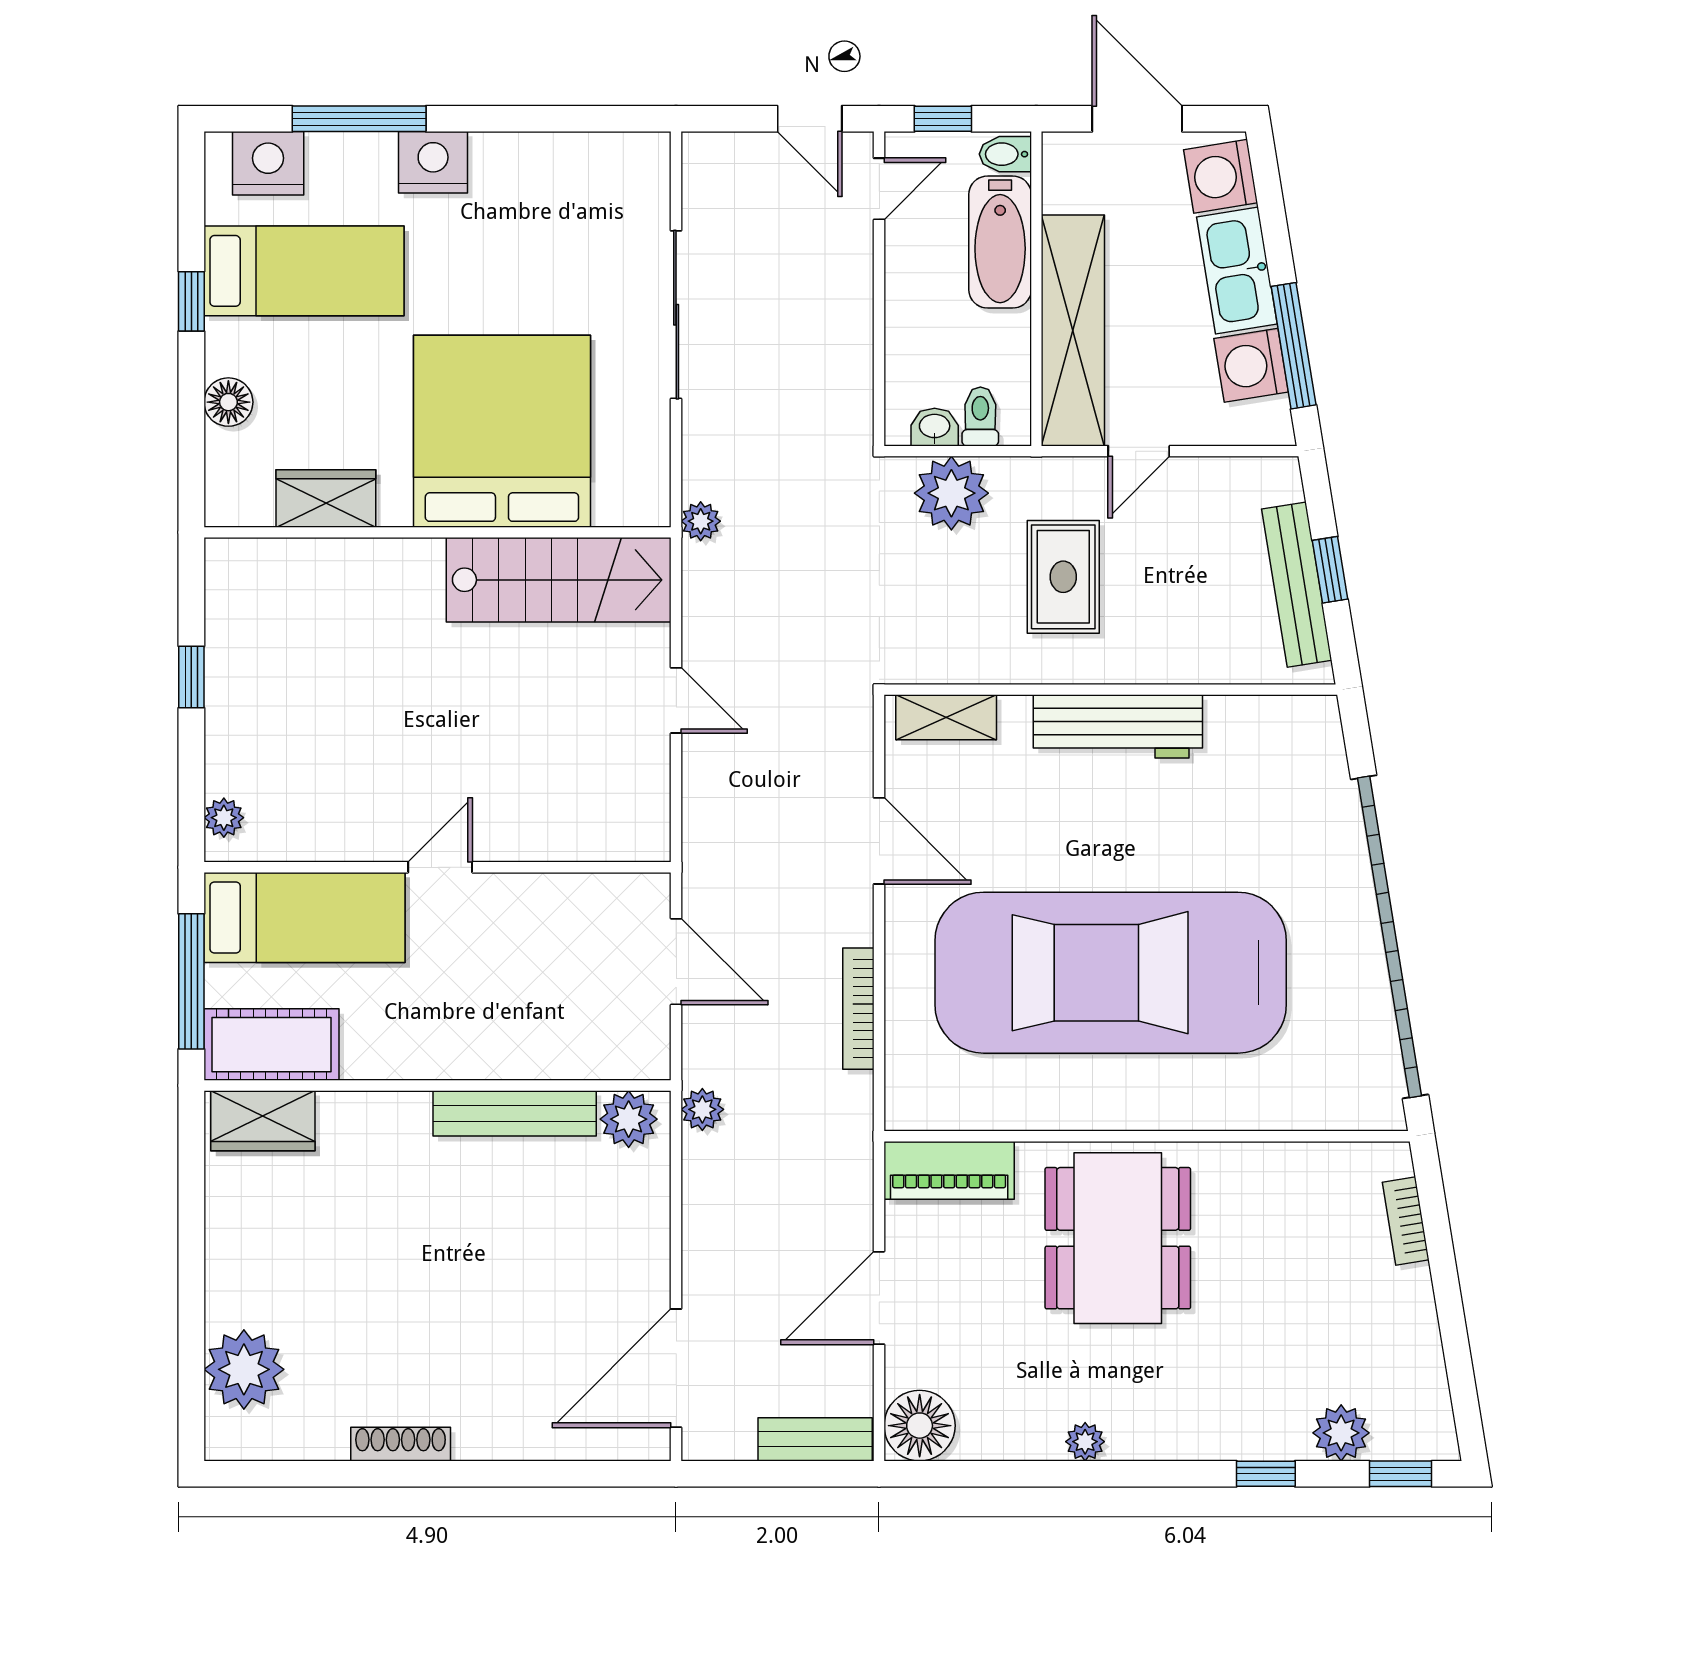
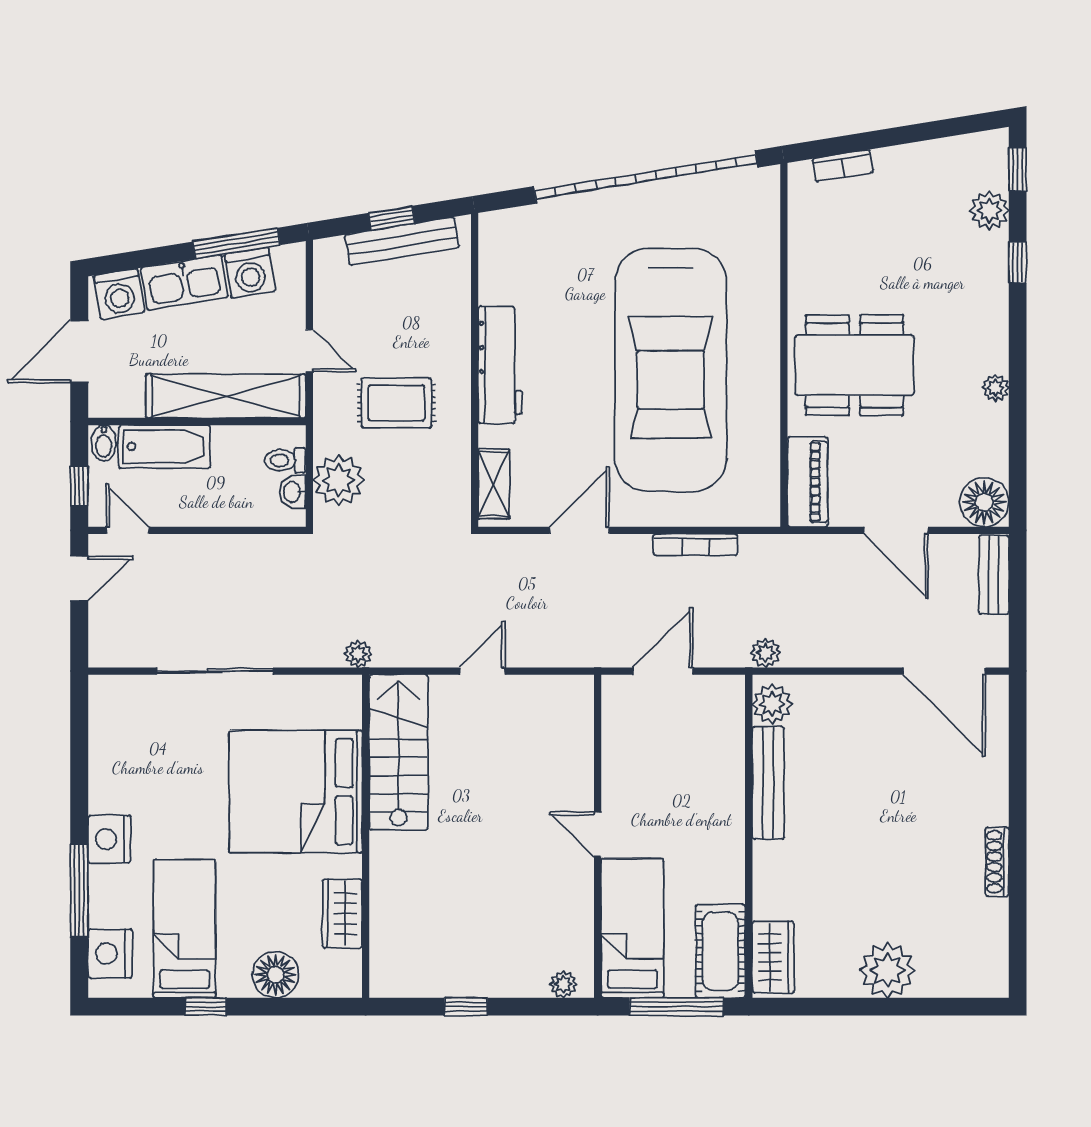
floor lamp: (228, 402) -> (275, 975), width x1.38, depth x1.38
plant: (244, 1369) -> (887, 970), moved

